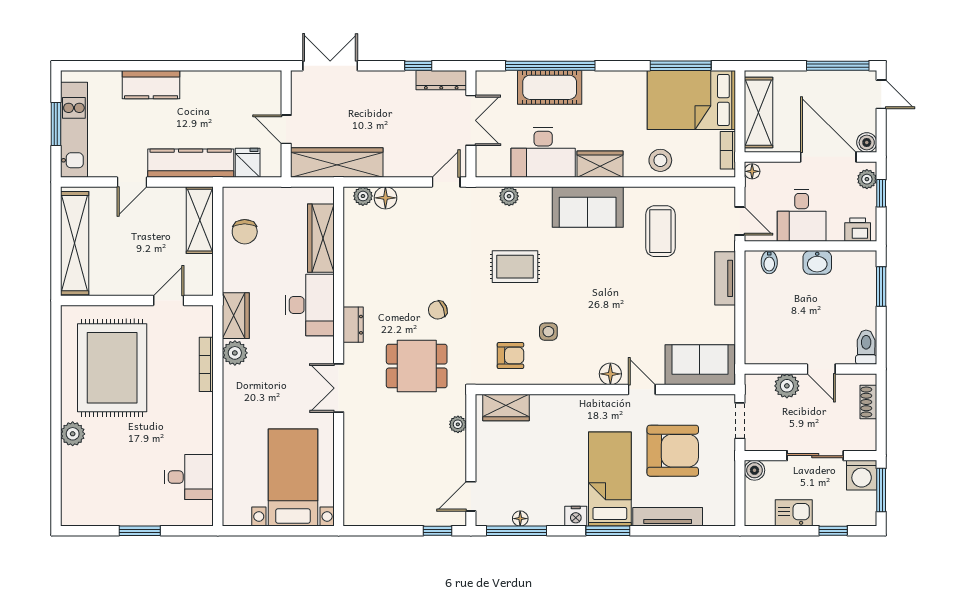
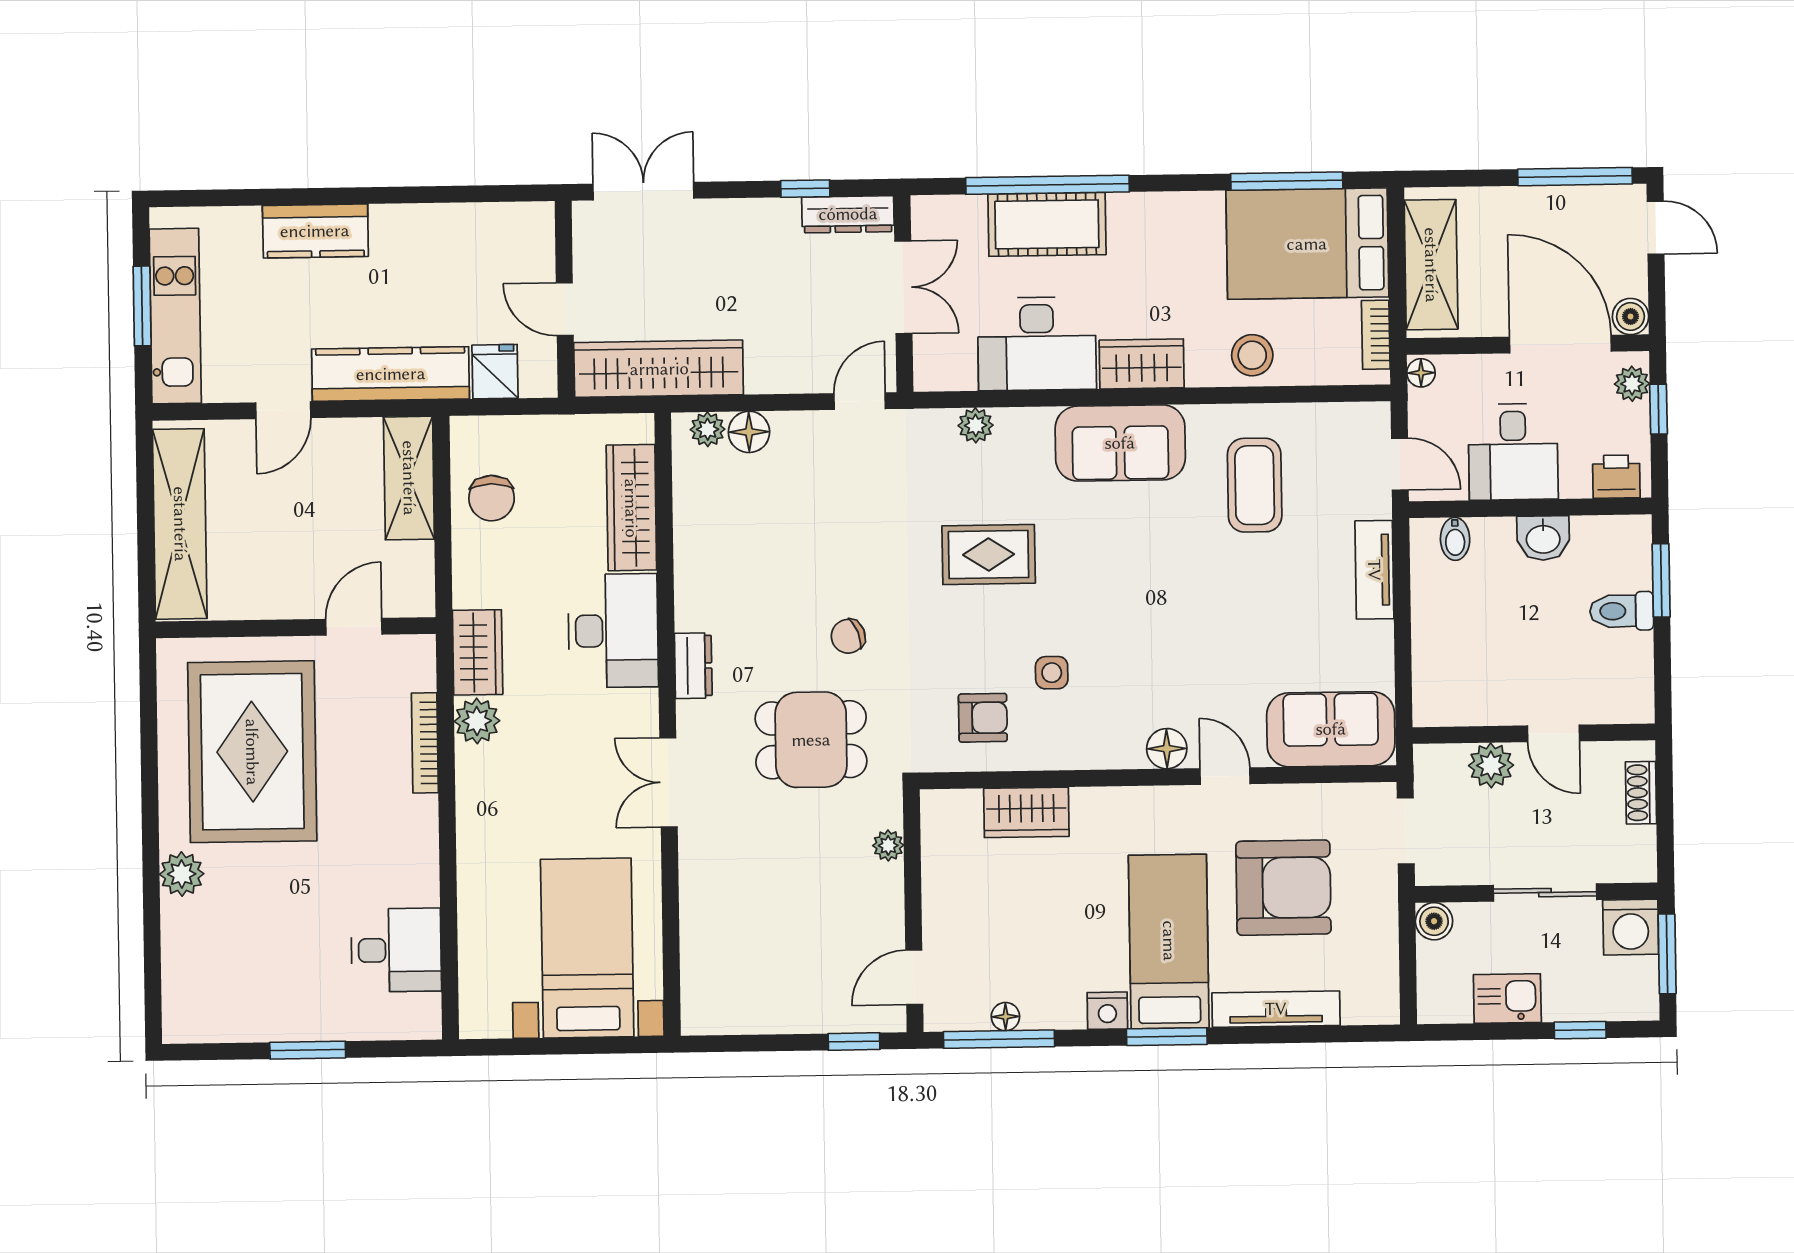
toilet: (866, 347) -> (1622, 611), moved, turned -90
wardrobe: (506, 407) -> (1026, 812), moved

